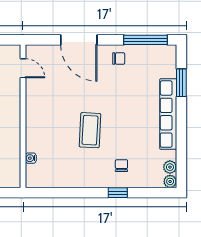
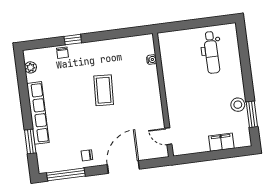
door: (79, 40) -> (123, 167), hinge flipped
chair: (121, 166) -> (62, 53), moved
plant: (170, 181) -> (29, 55), removed

